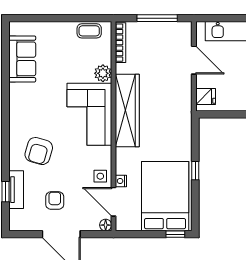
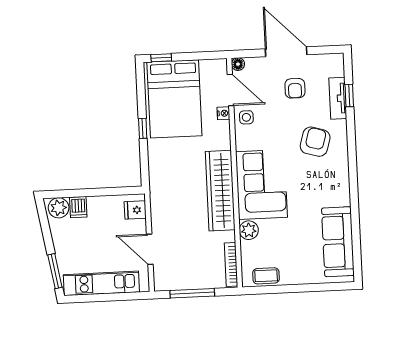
sofa: (22, 59) -> (338, 242), width x1.36

